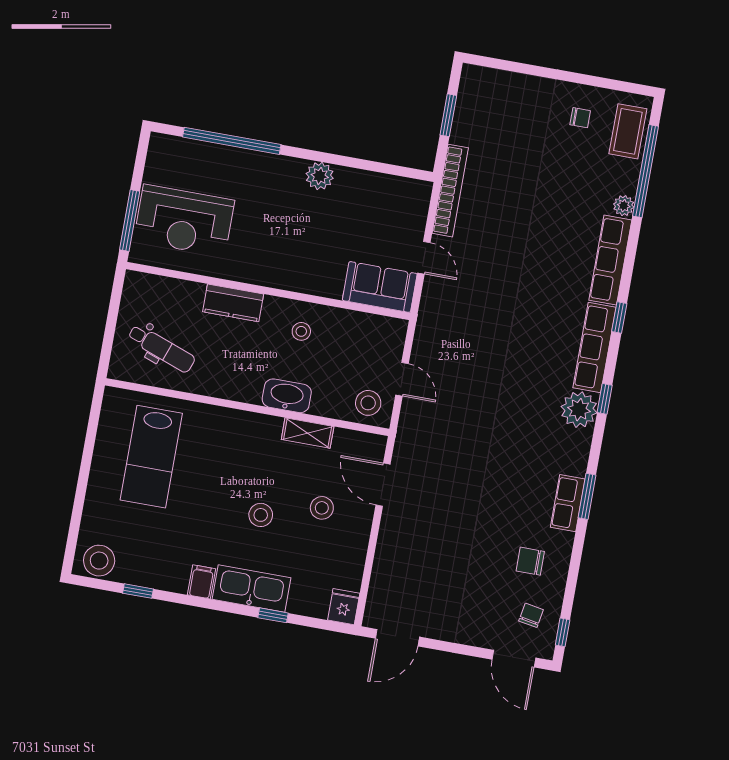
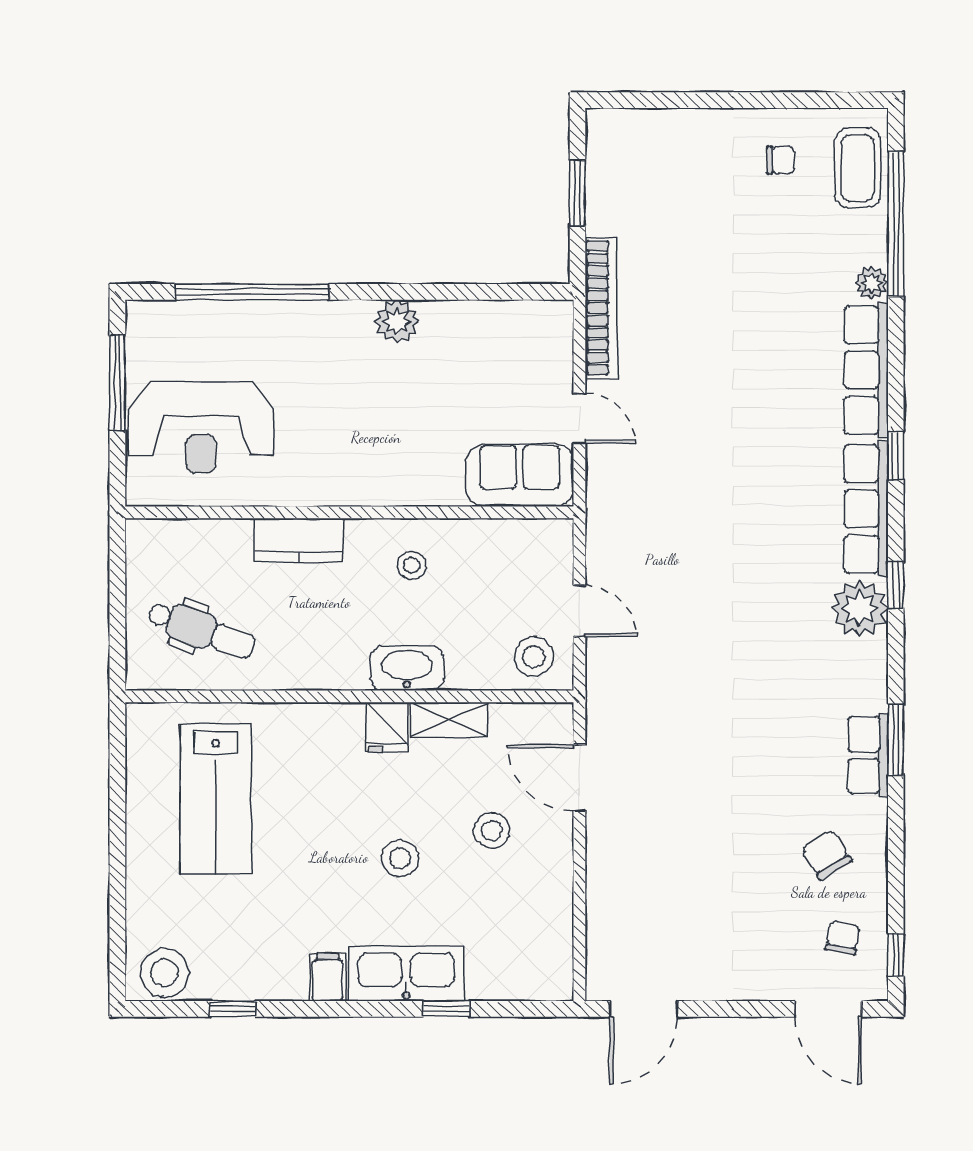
window: (130, 221) -> (117, 383), moved
chair: (530, 561) -> (827, 855), turned 59
fridge: (344, 607) -> (387, 727), moved, turned 180

